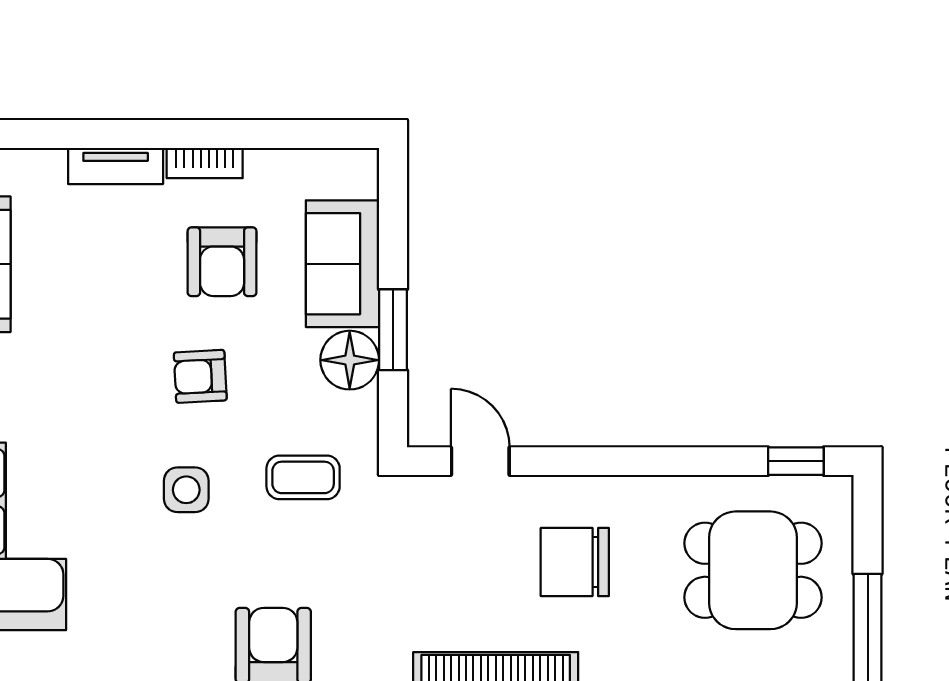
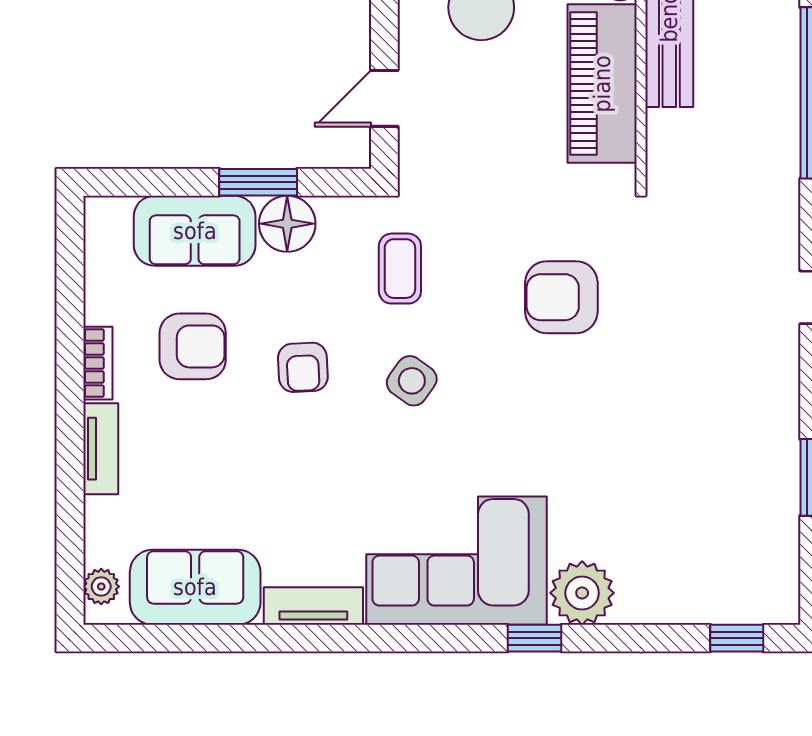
side table: (186, 490) -> (412, 381), turned 36

